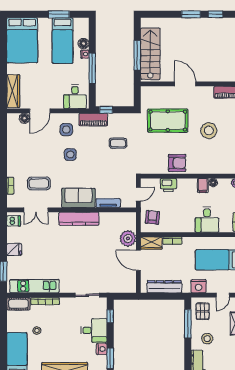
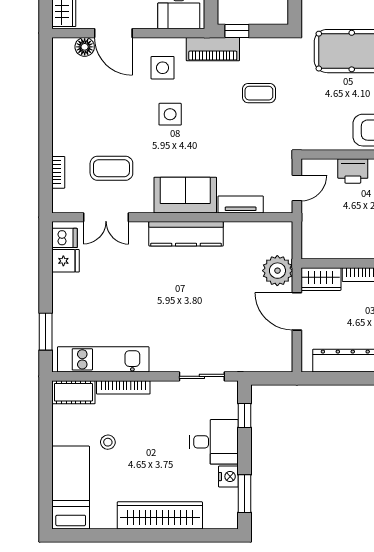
door: (40, 111) -> (113, 33), hinge flipped
armchair: (152, 217) -> (323, 231), removed
fridge: (14, 250) -> (66, 261), moved

